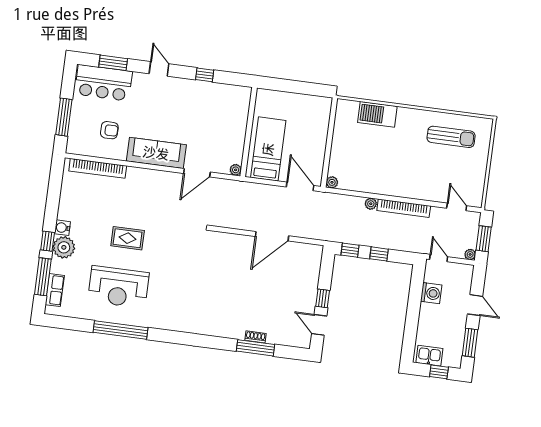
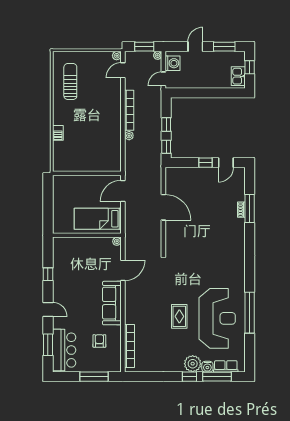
door: (159, 69) -> (48, 309), swing flipped
barbecue: (377, 114) -> (58, 133), width x0.53, depth x0.65
door: (197, 173) -> (123, 270), hinge flipped
plant: (332, 182) -> (117, 56), moved
water cooler: (62, 228) -> (207, 367), moved
reception desk: (118, 287) -> (217, 318), width x1.36, depth x1.30
washing machine: (431, 293) -> (172, 63), moved, turned 90

